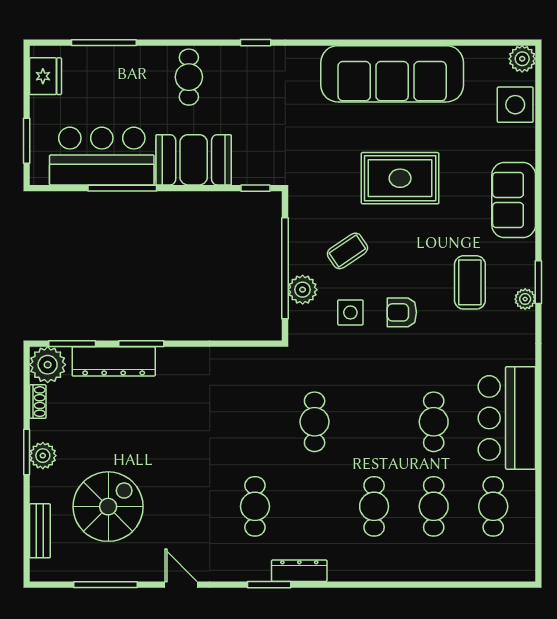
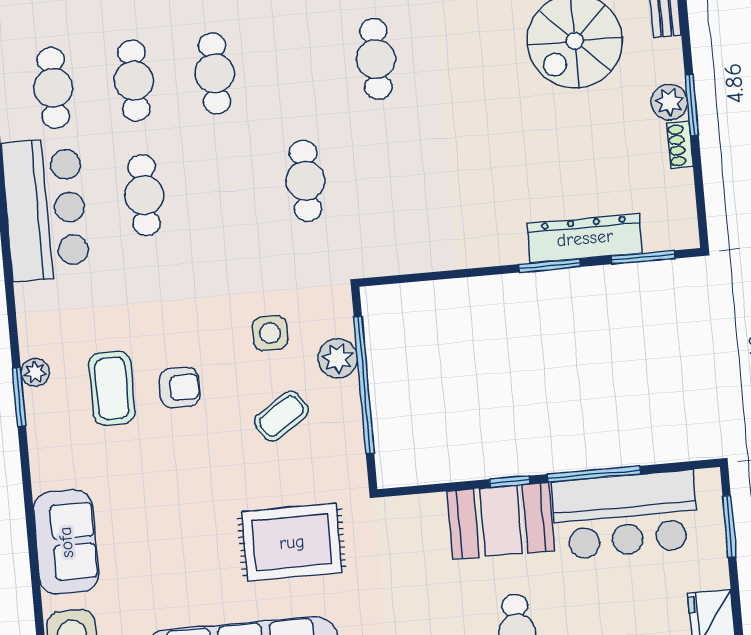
rug: (400, 178) -> (292, 542), moved
window: (255, 188) -> (510, 482), moved
sofa: (514, 200) -> (66, 542), moved
armchair: (402, 312) -> (180, 388), moved
plant: (48, 365) -> (674, 226), removed
shoe rack: (38, 402) -> (680, 145), moved

